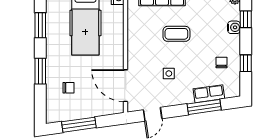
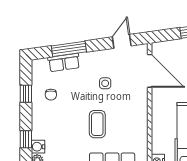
water cooler: (234, 27) -> (38, 147), moved
coffee table: (176, 34) -> (97, 124), turned 90

